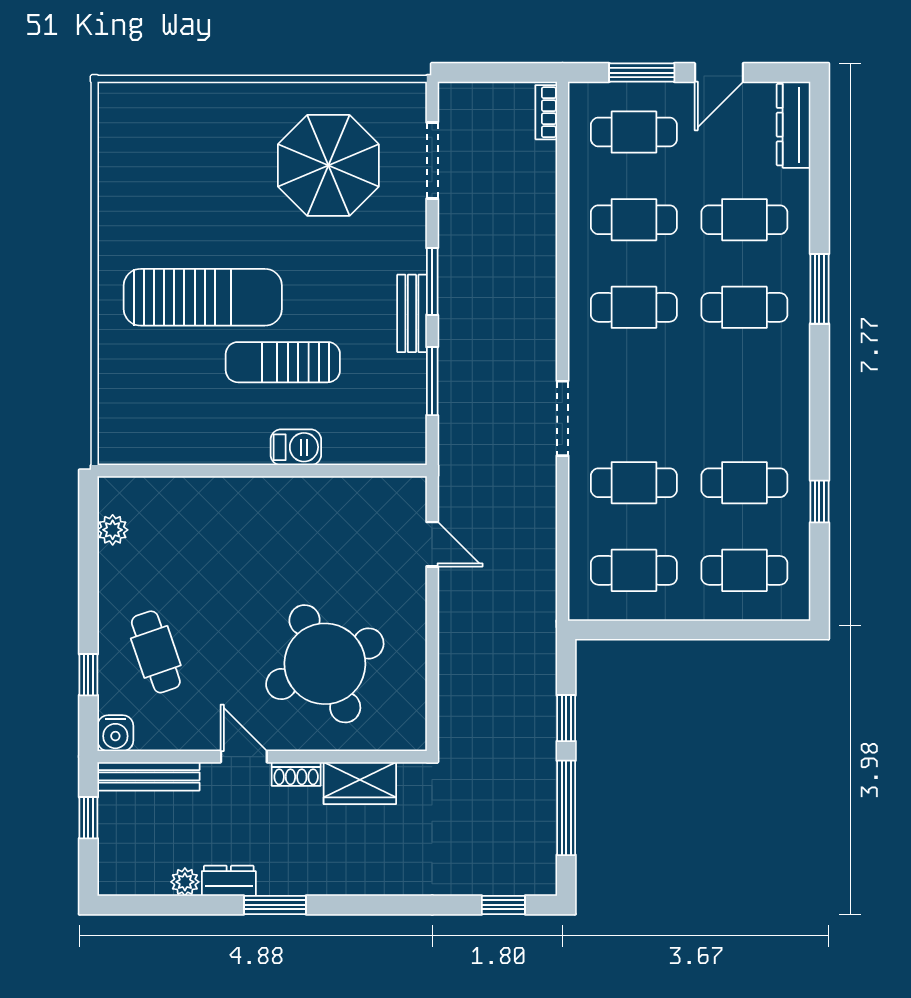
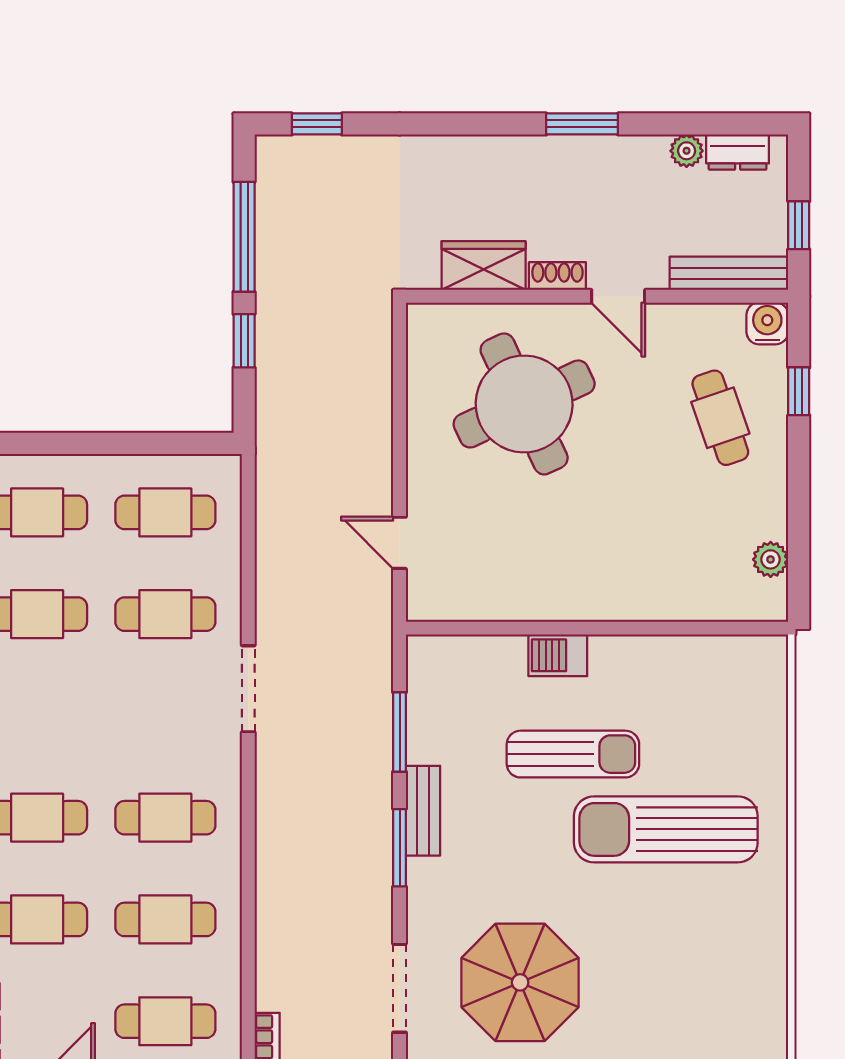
dresser: (229, 881) -> (738, 152), moved

